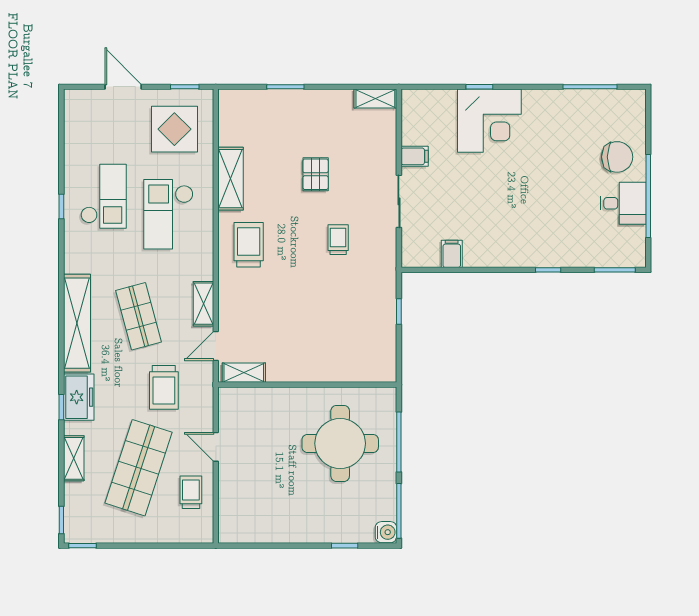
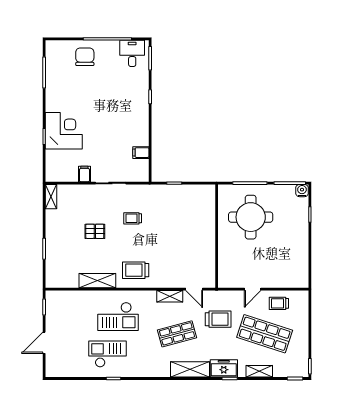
display table: (174, 129) -> (69, 313), removed
desk: (623, 203) -> (132, 53), moved
shelving: (77, 323) -> (190, 369), width x0.68
shelving: (244, 373) -> (210, 273), removed

